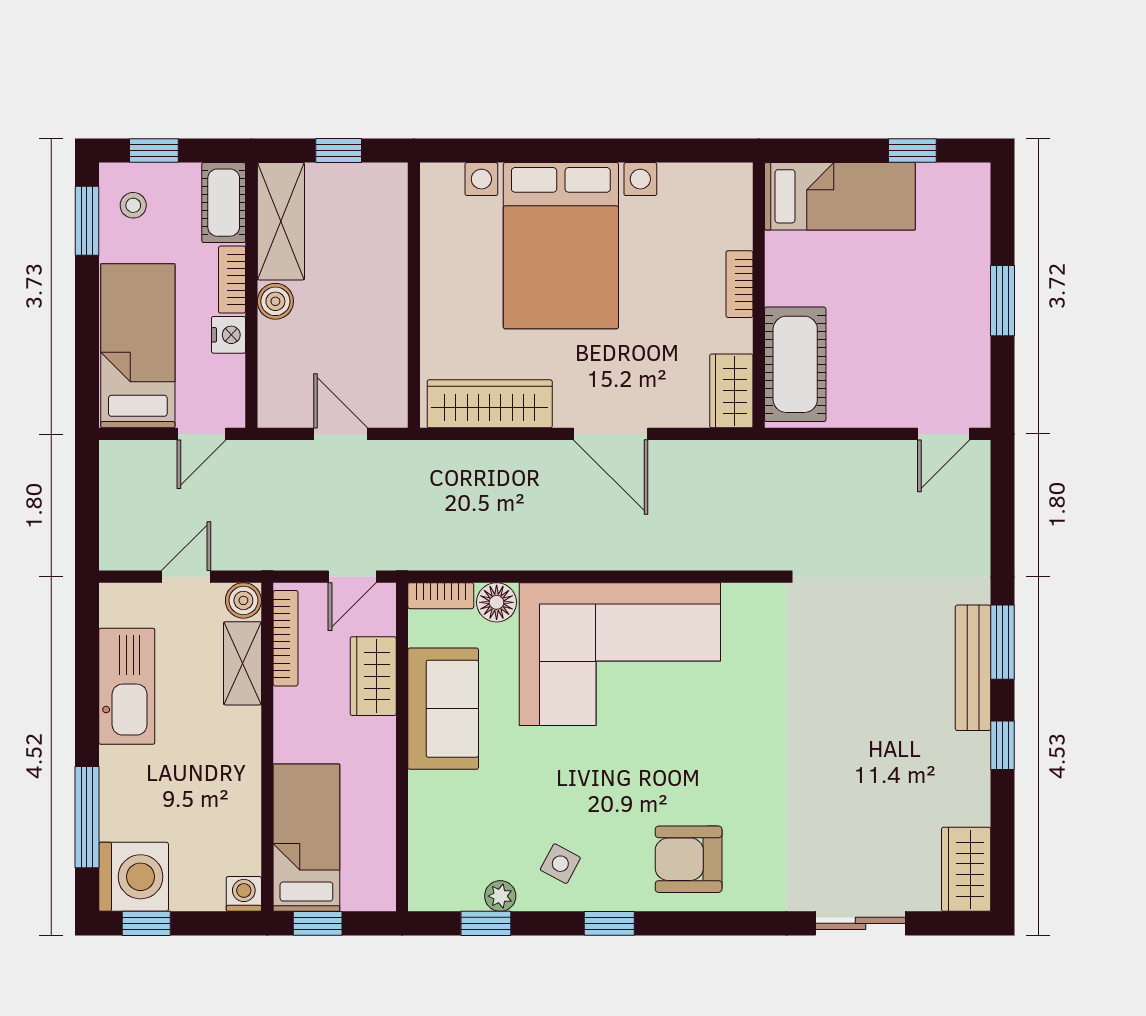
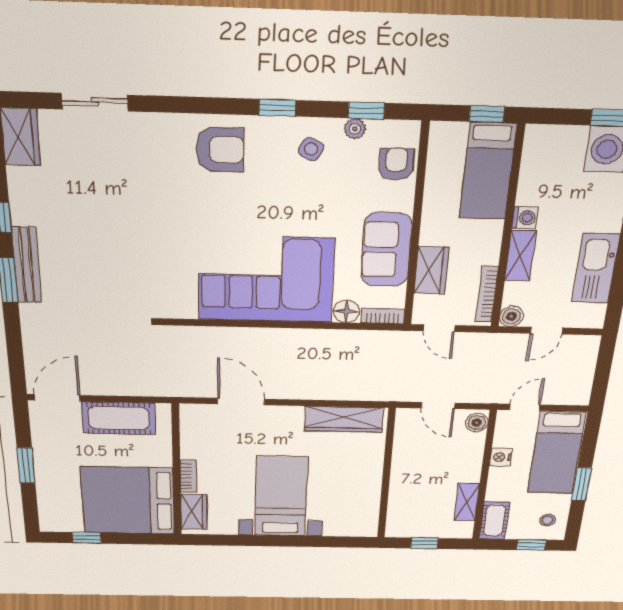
bed: (840, 196) -> (128, 501), width x2.04
window: (87, 221) -> (581, 484), moved
shelving: (281, 221) -> (467, 502), width x0.67, depth x0.75
bed with nightstands: (561, 246) -> (281, 497), width x0.73
bookcase: (232, 280) -> (495, 484), removed
boiler: (275, 301) -> (477, 423), moved
cot: (795, 364) -> (119, 418), moved, turned 90
wardrobe: (731, 391) -> (194, 512), moved
door: (611, 434) -> (241, 402), moved
door: (944, 434) -> (57, 398), width x1.38
door: (352, 577) -> (439, 328), swing flipped
shelving: (243, 663) -> (520, 256), moved
armchair: (438, 845) -> (396, 164), added
washing machine: (244, 894) -> (525, 218), moved, turned -90

